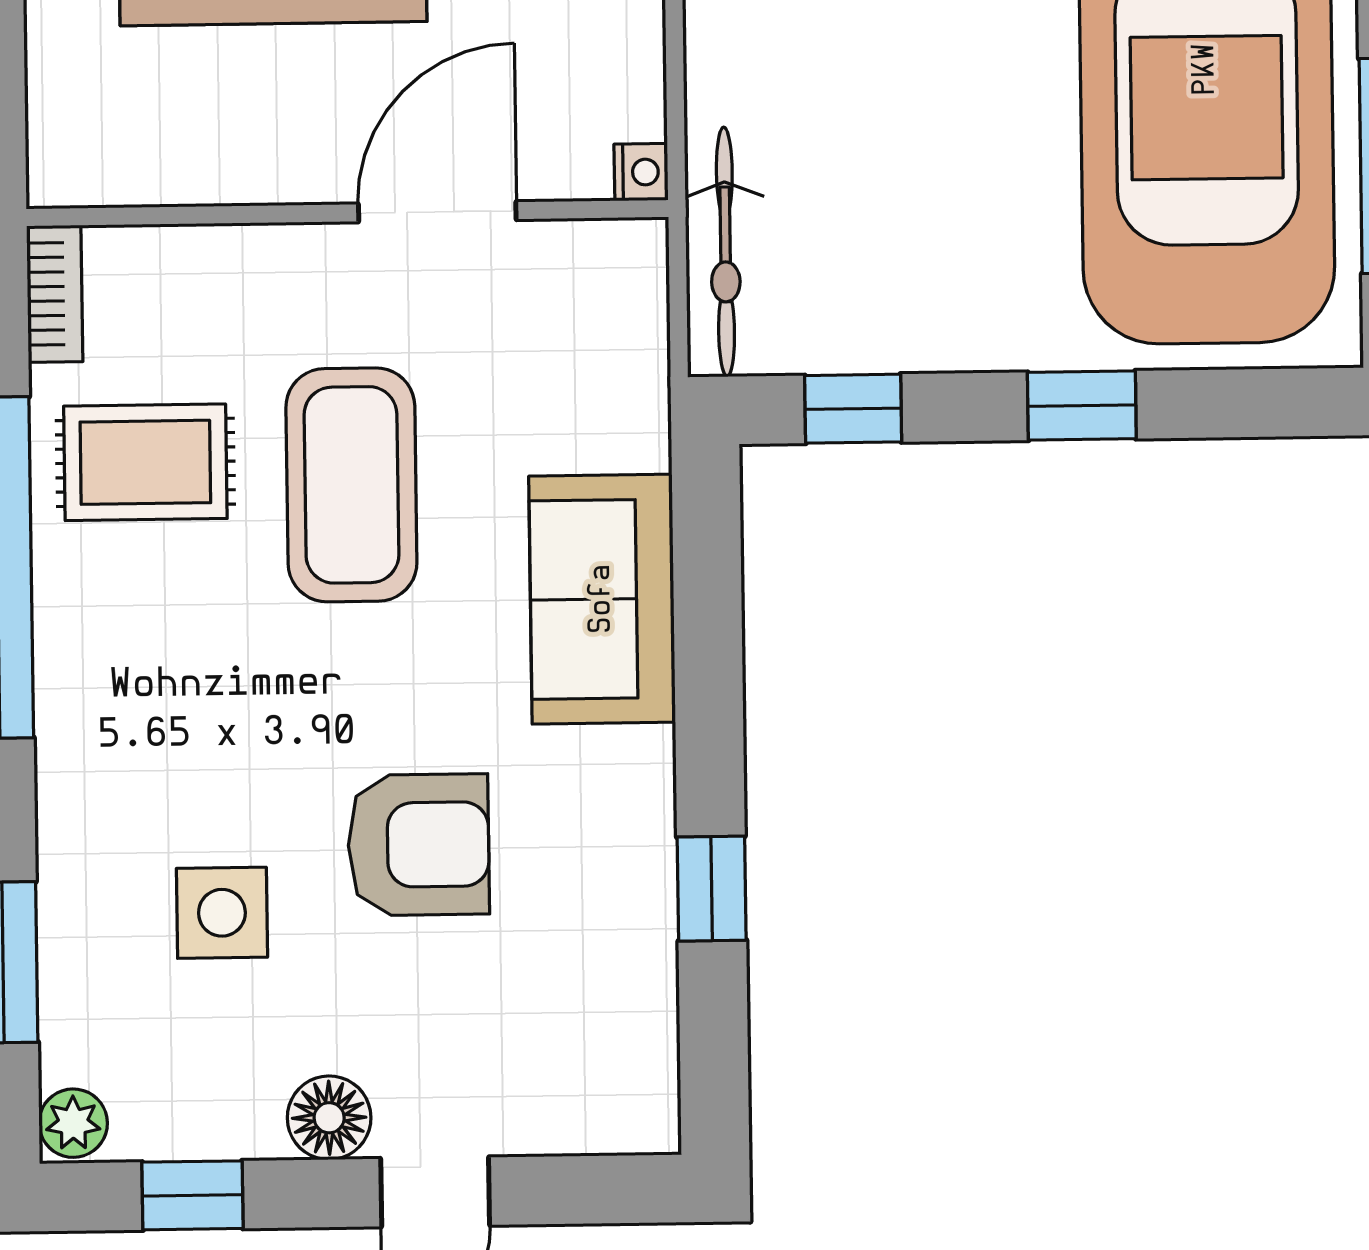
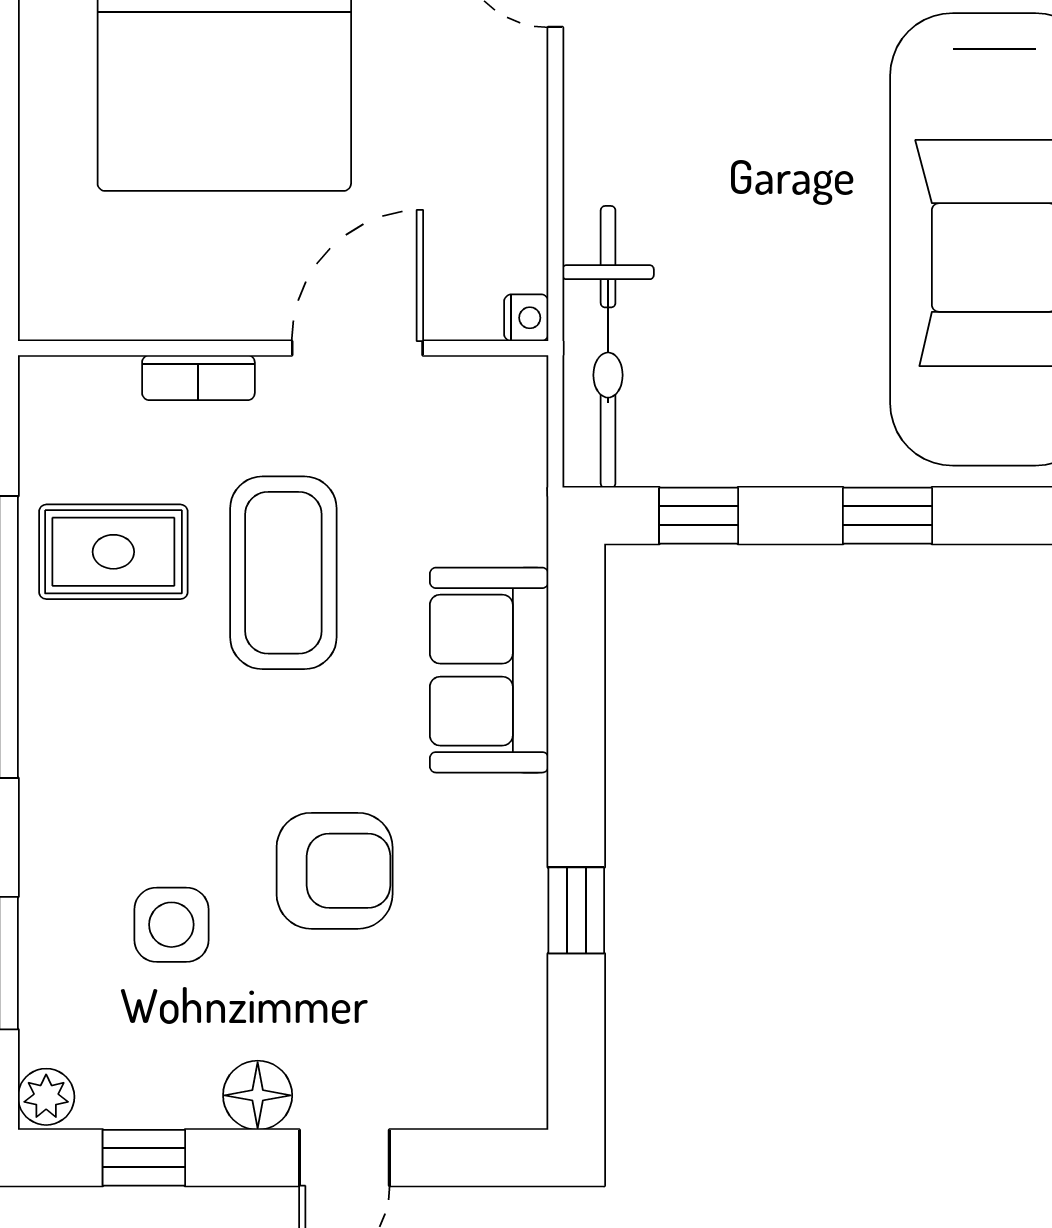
bicycle: (725, 252) -> (608, 347), width x1.37, depth x1.40
bookcase: (55, 294) -> (198, 378), moved, turned 90

